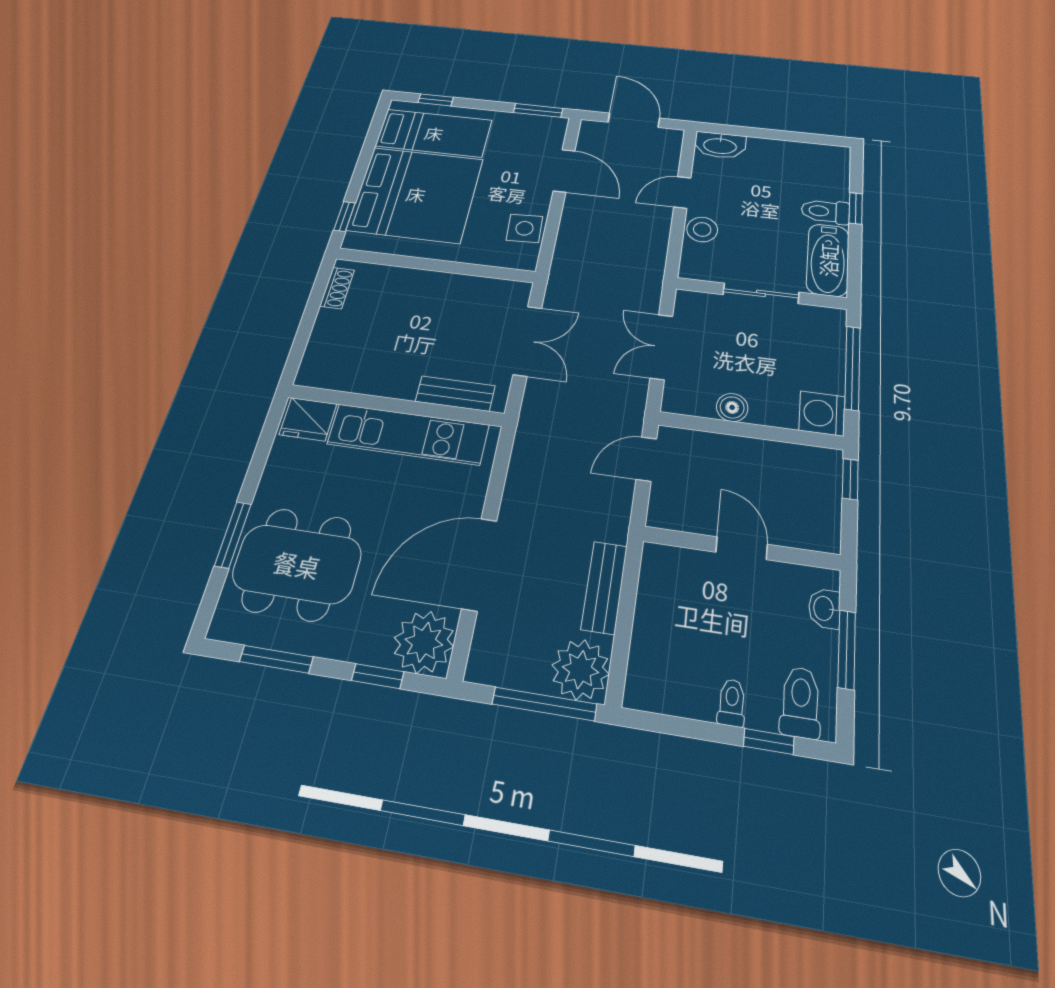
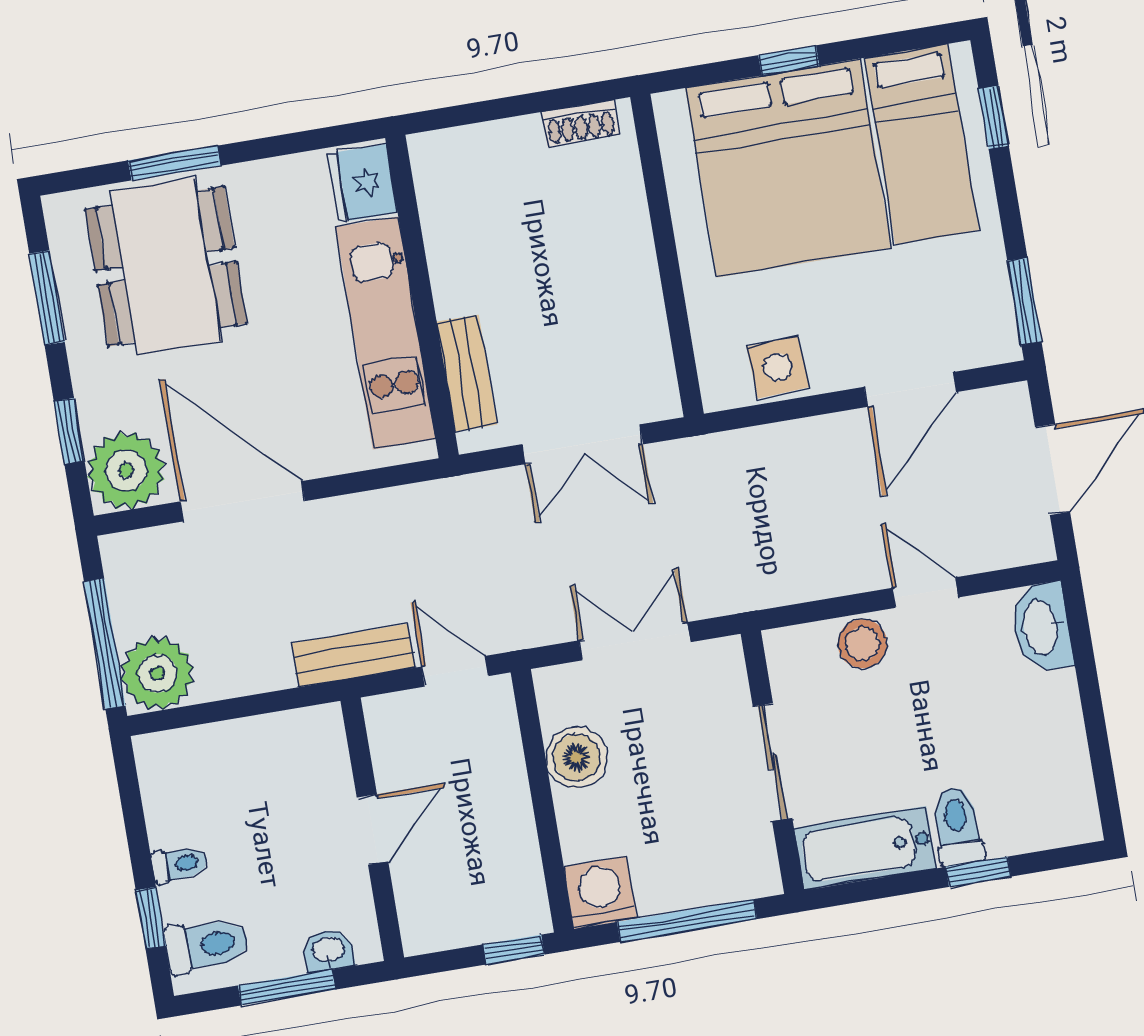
window: (344, 216) -> (789, 60), moved
boiler: (732, 407) -> (577, 758), width x1.36, depth x1.36
bench: (604, 587) -> (353, 655), moved

